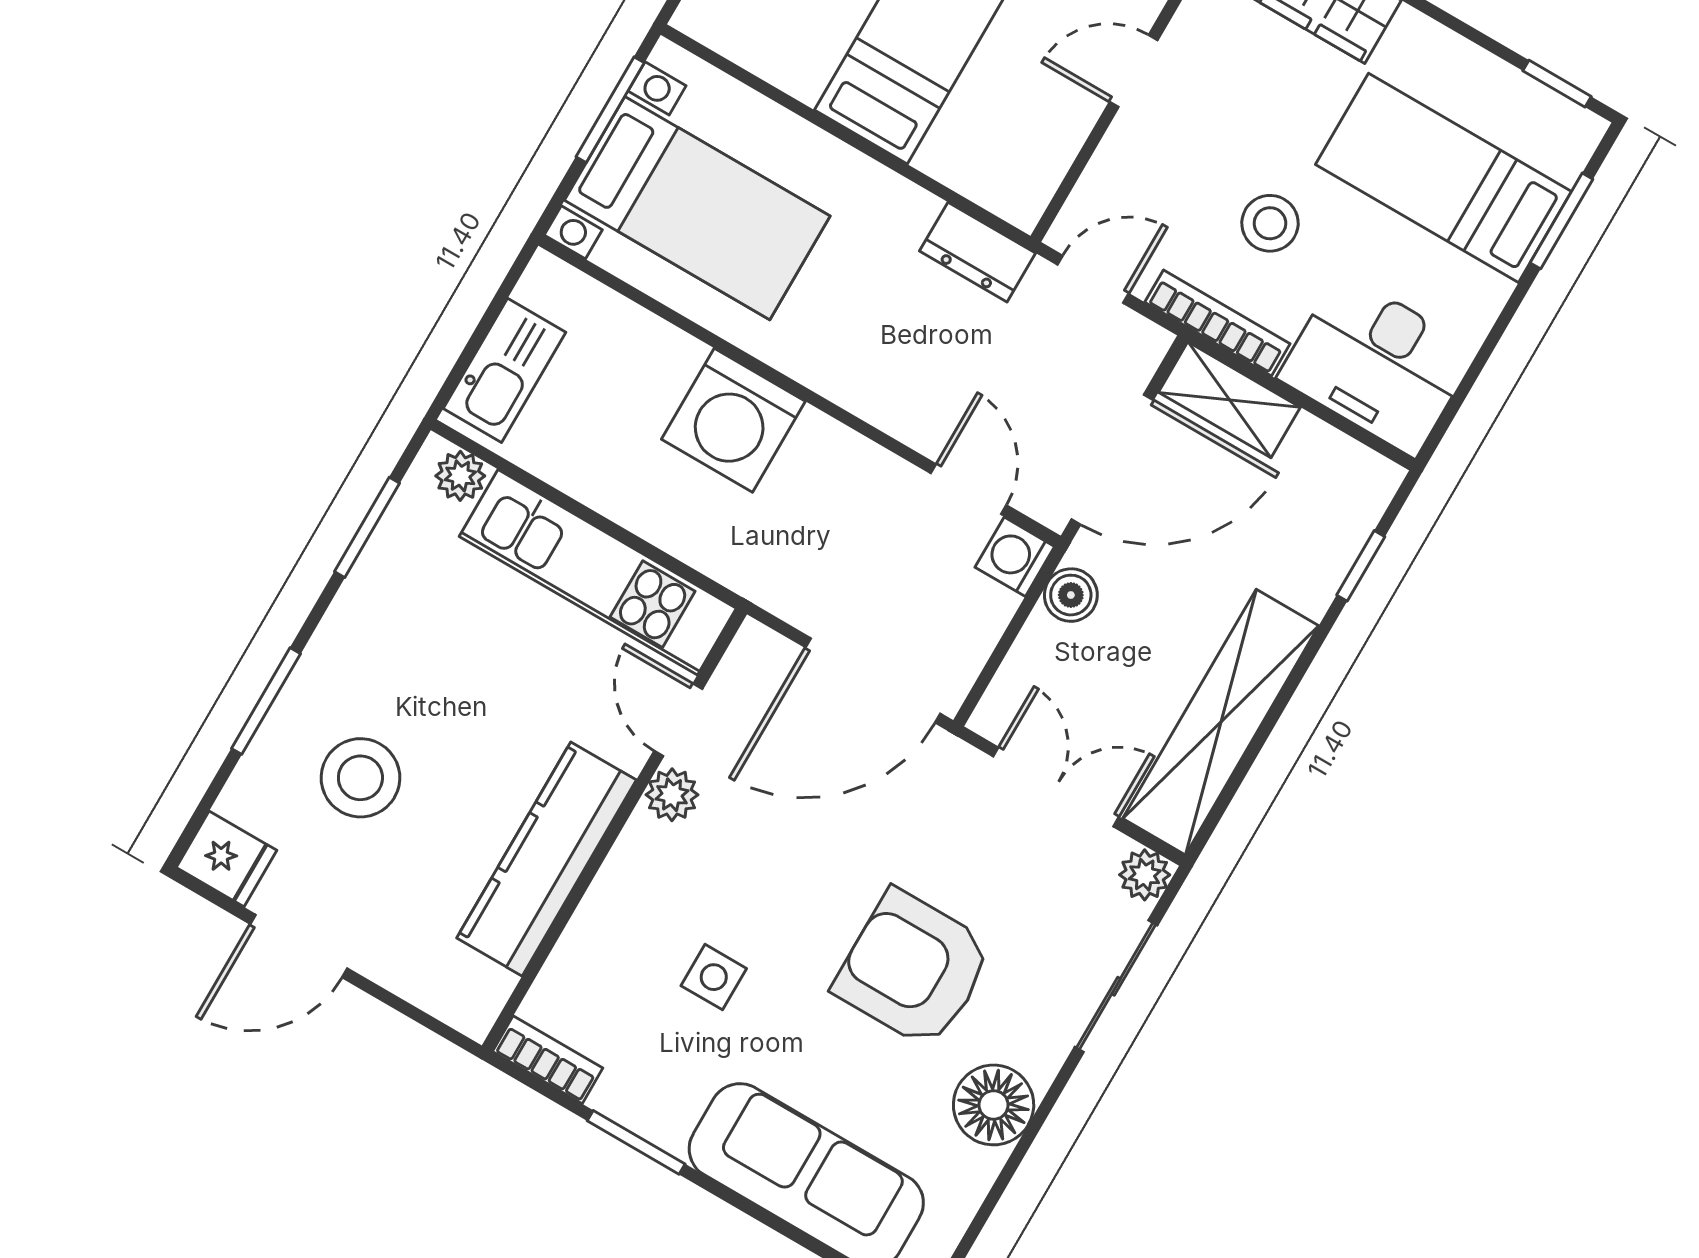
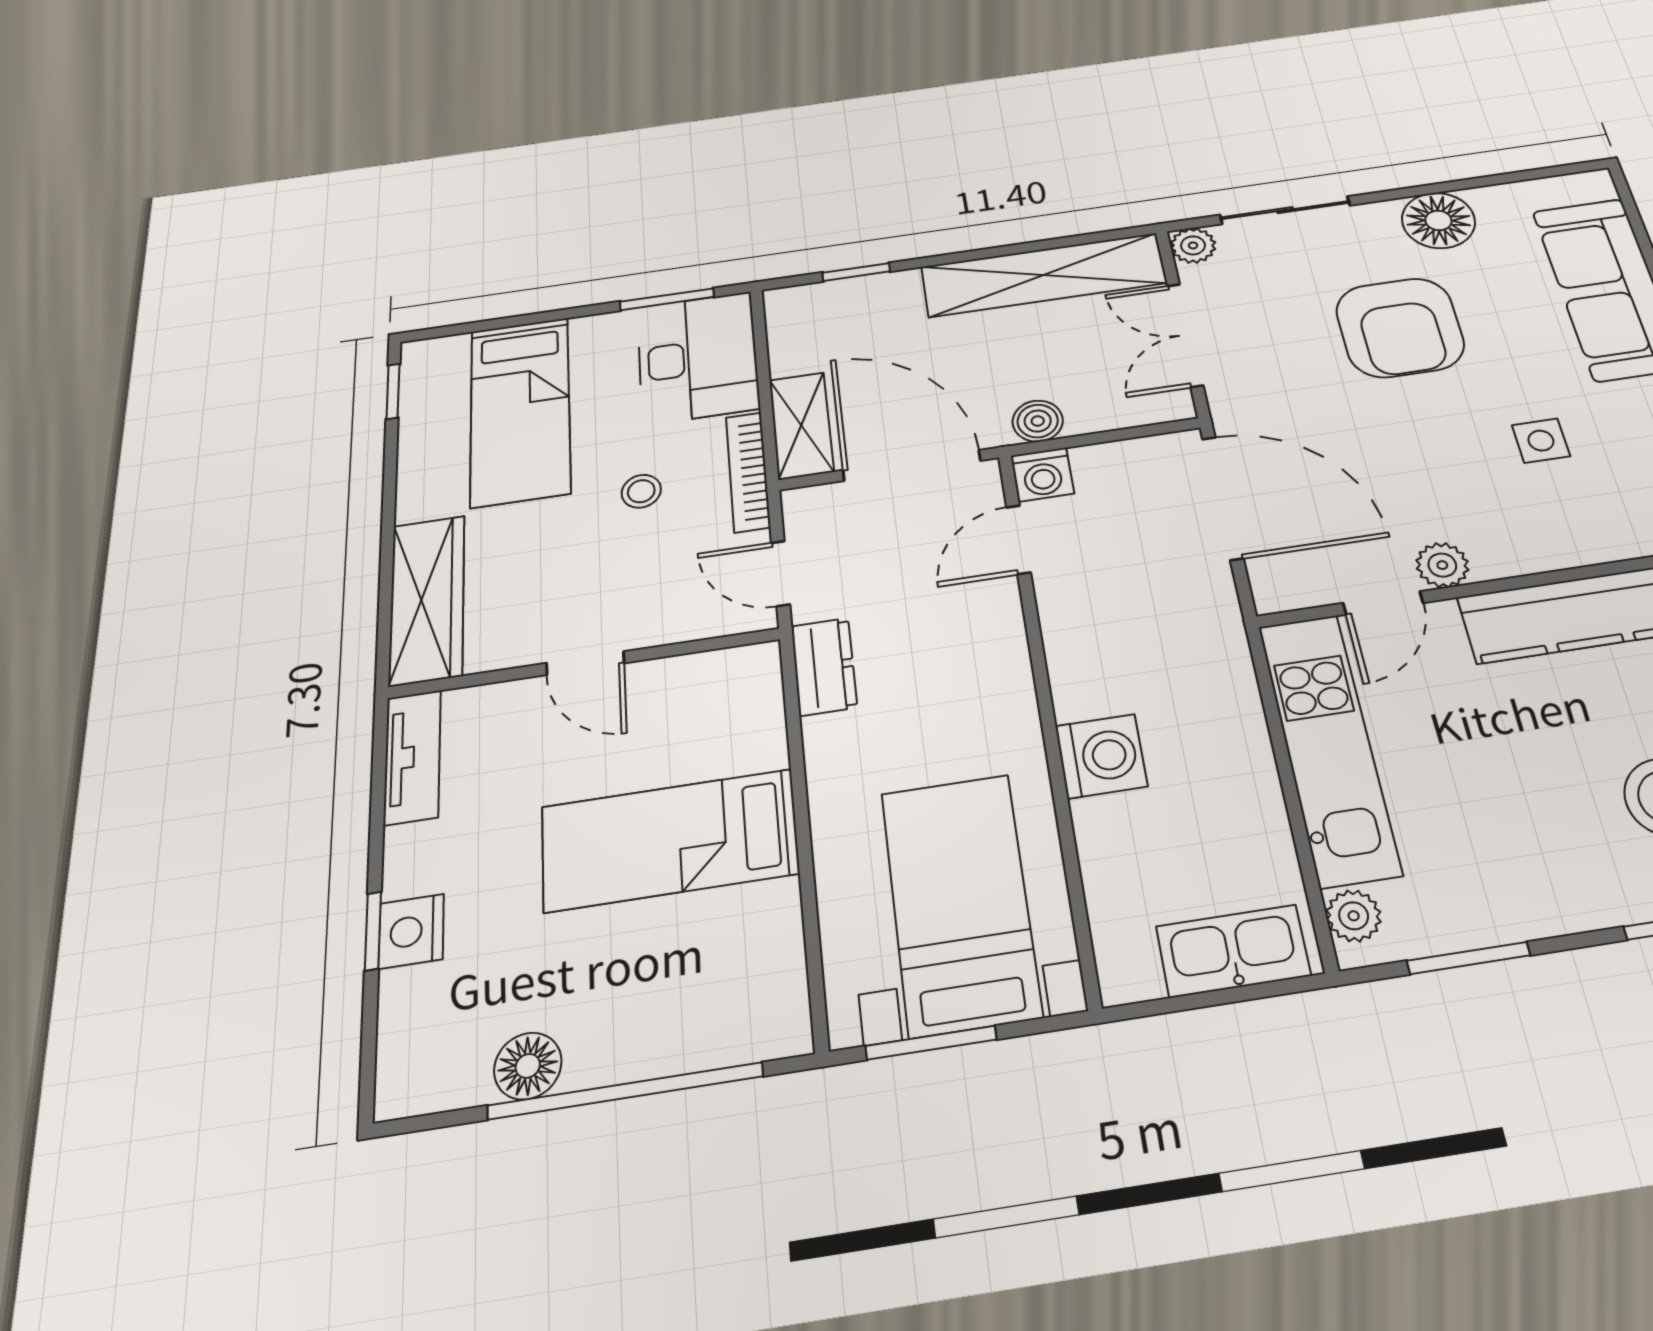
window: (1561, 221) -> (667, 299), moved
stool: (1270, 223) -> (641, 491), width x0.73, depth x0.73
washing machine: (733, 420) -> (1101, 756), width x0.73, depth x0.73

